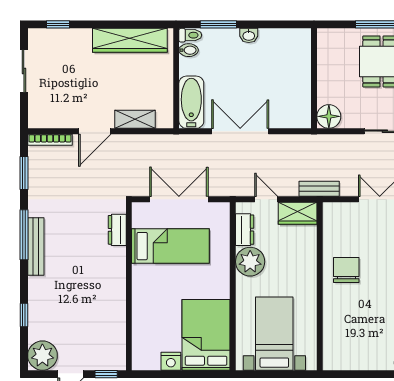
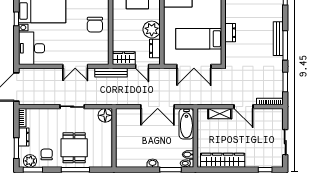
door: (95, 131) -> (243, 107), swing flipped
bench: (319, 189) -> (111, 73), width x1.36
dresser: (117, 230) -> (230, 33), moved

